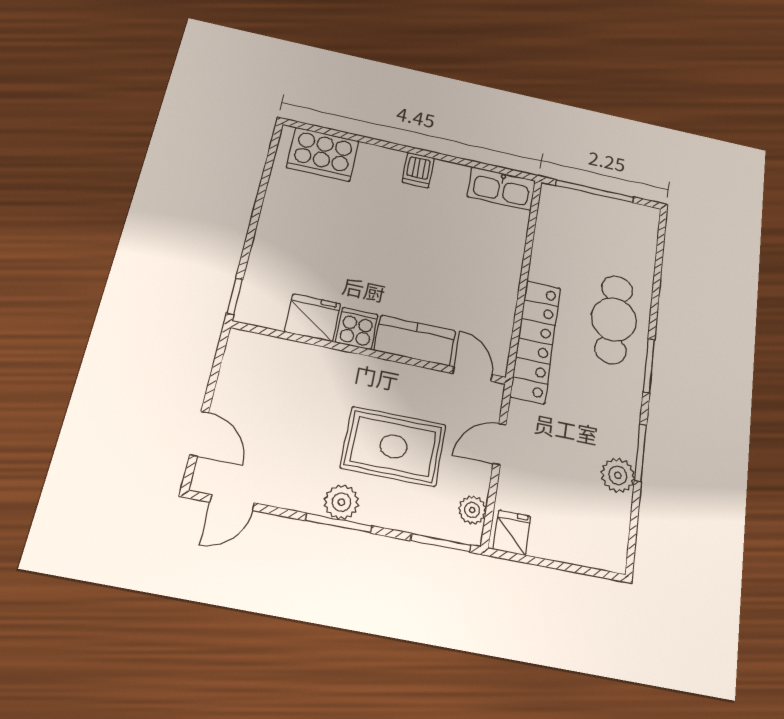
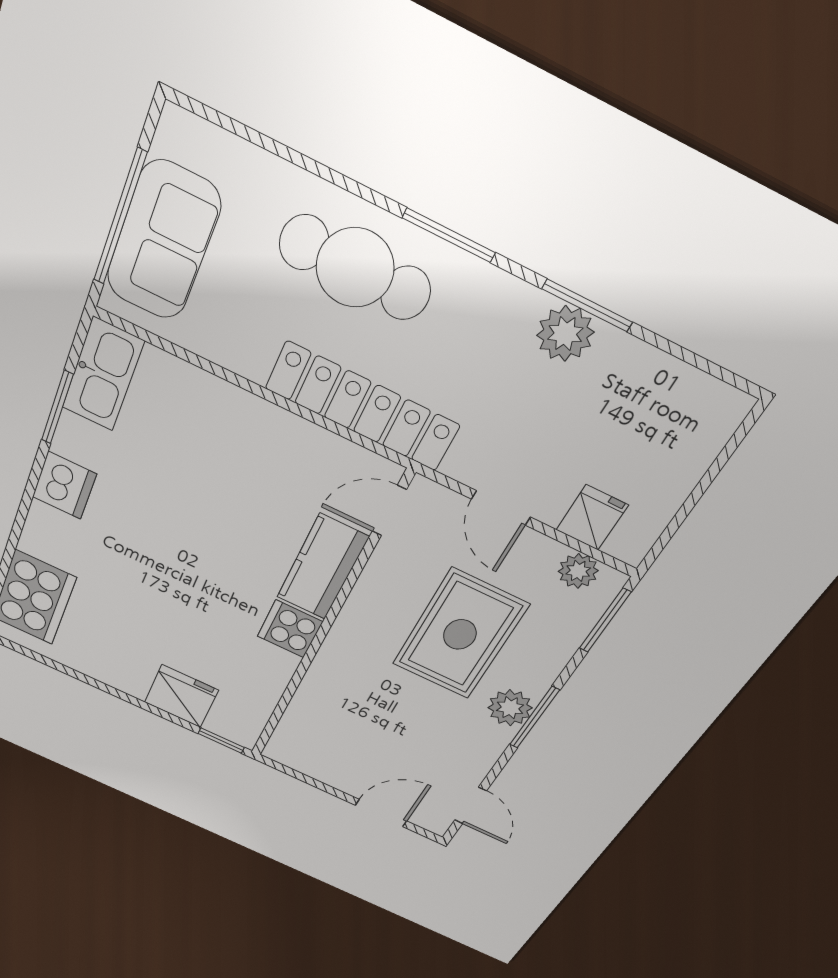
window: (471, 164) -> (57, 407), added
dishwasher: (418, 170) -> (64, 485), width x1.38
sofa: (590, 215) -> (163, 241), added
fridge: (313, 318) -> (181, 696), moved, turned 90
plant: (618, 475) -> (565, 334), moved
fridge: (512, 533) -> (592, 518), moved, turned 90

